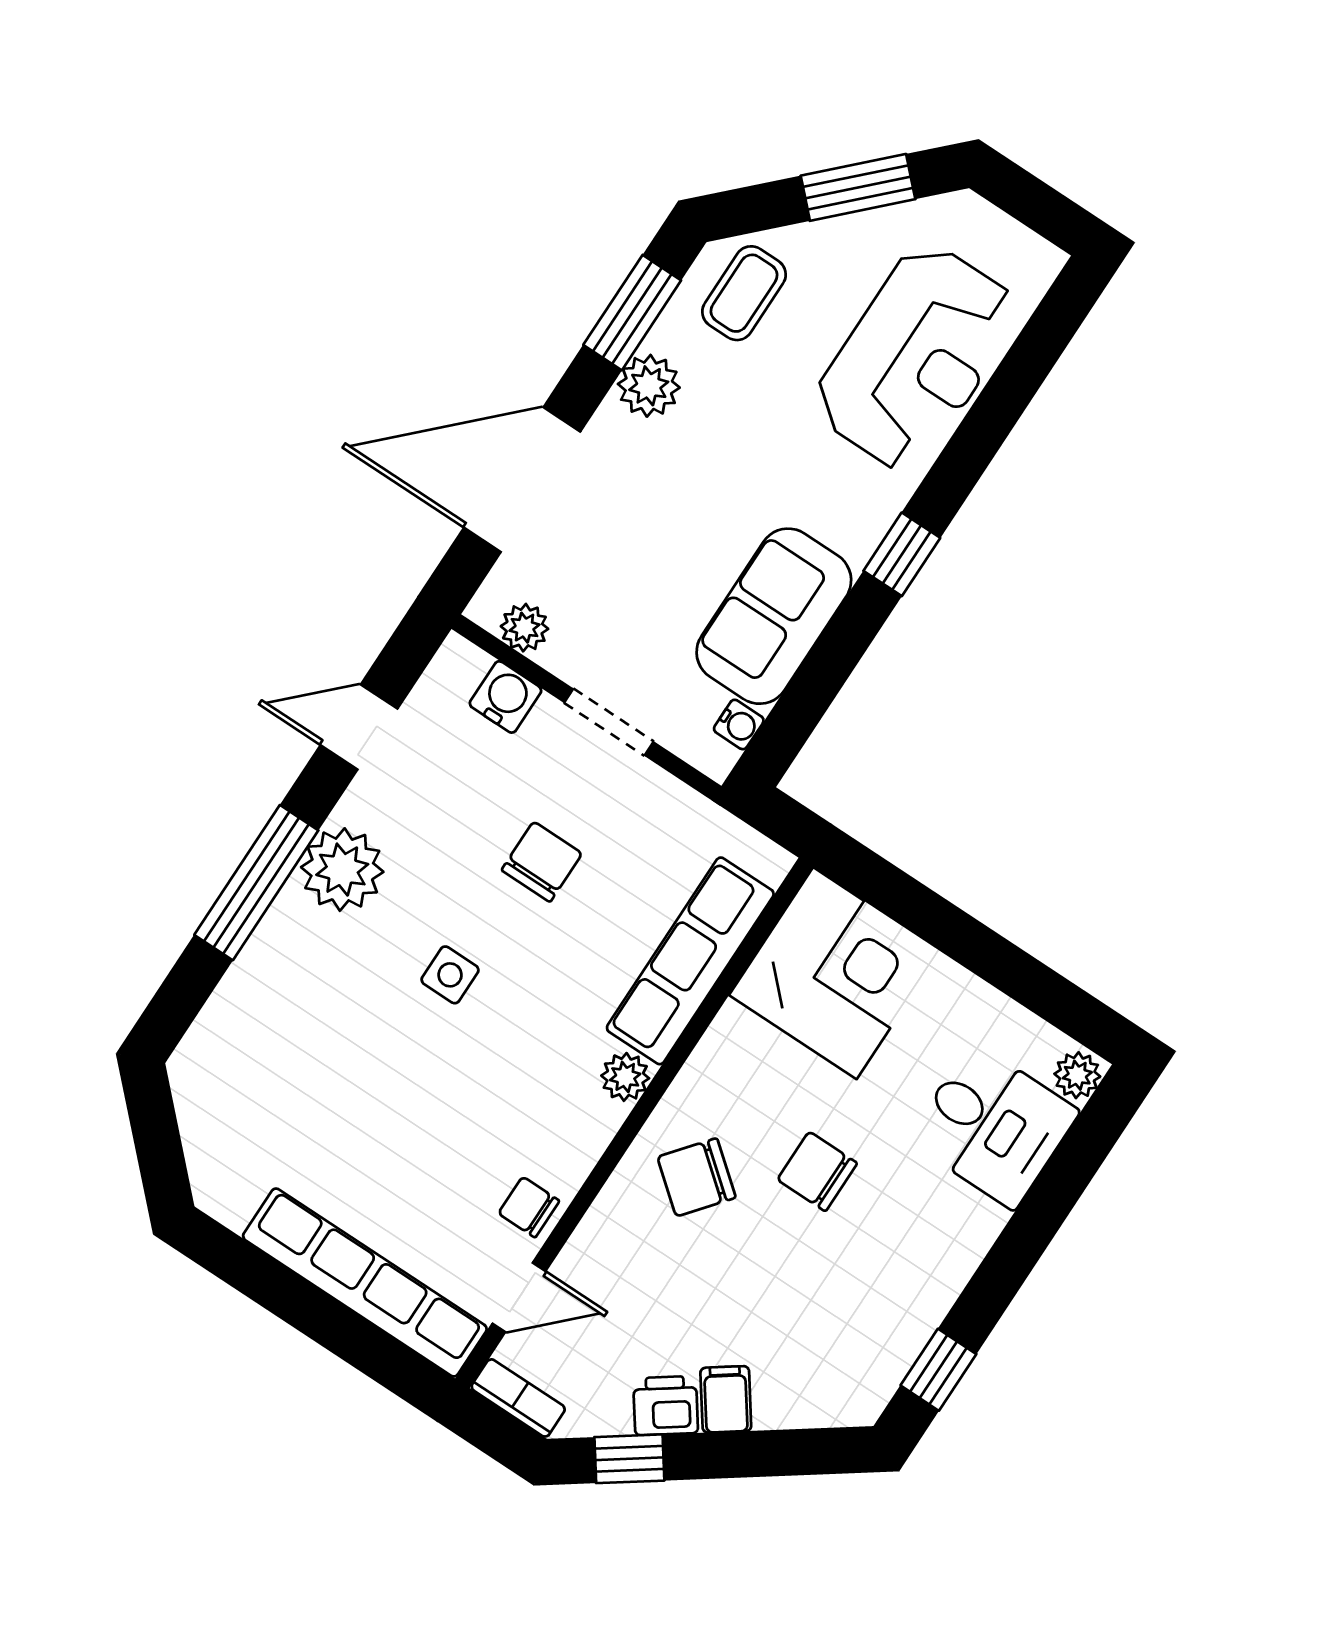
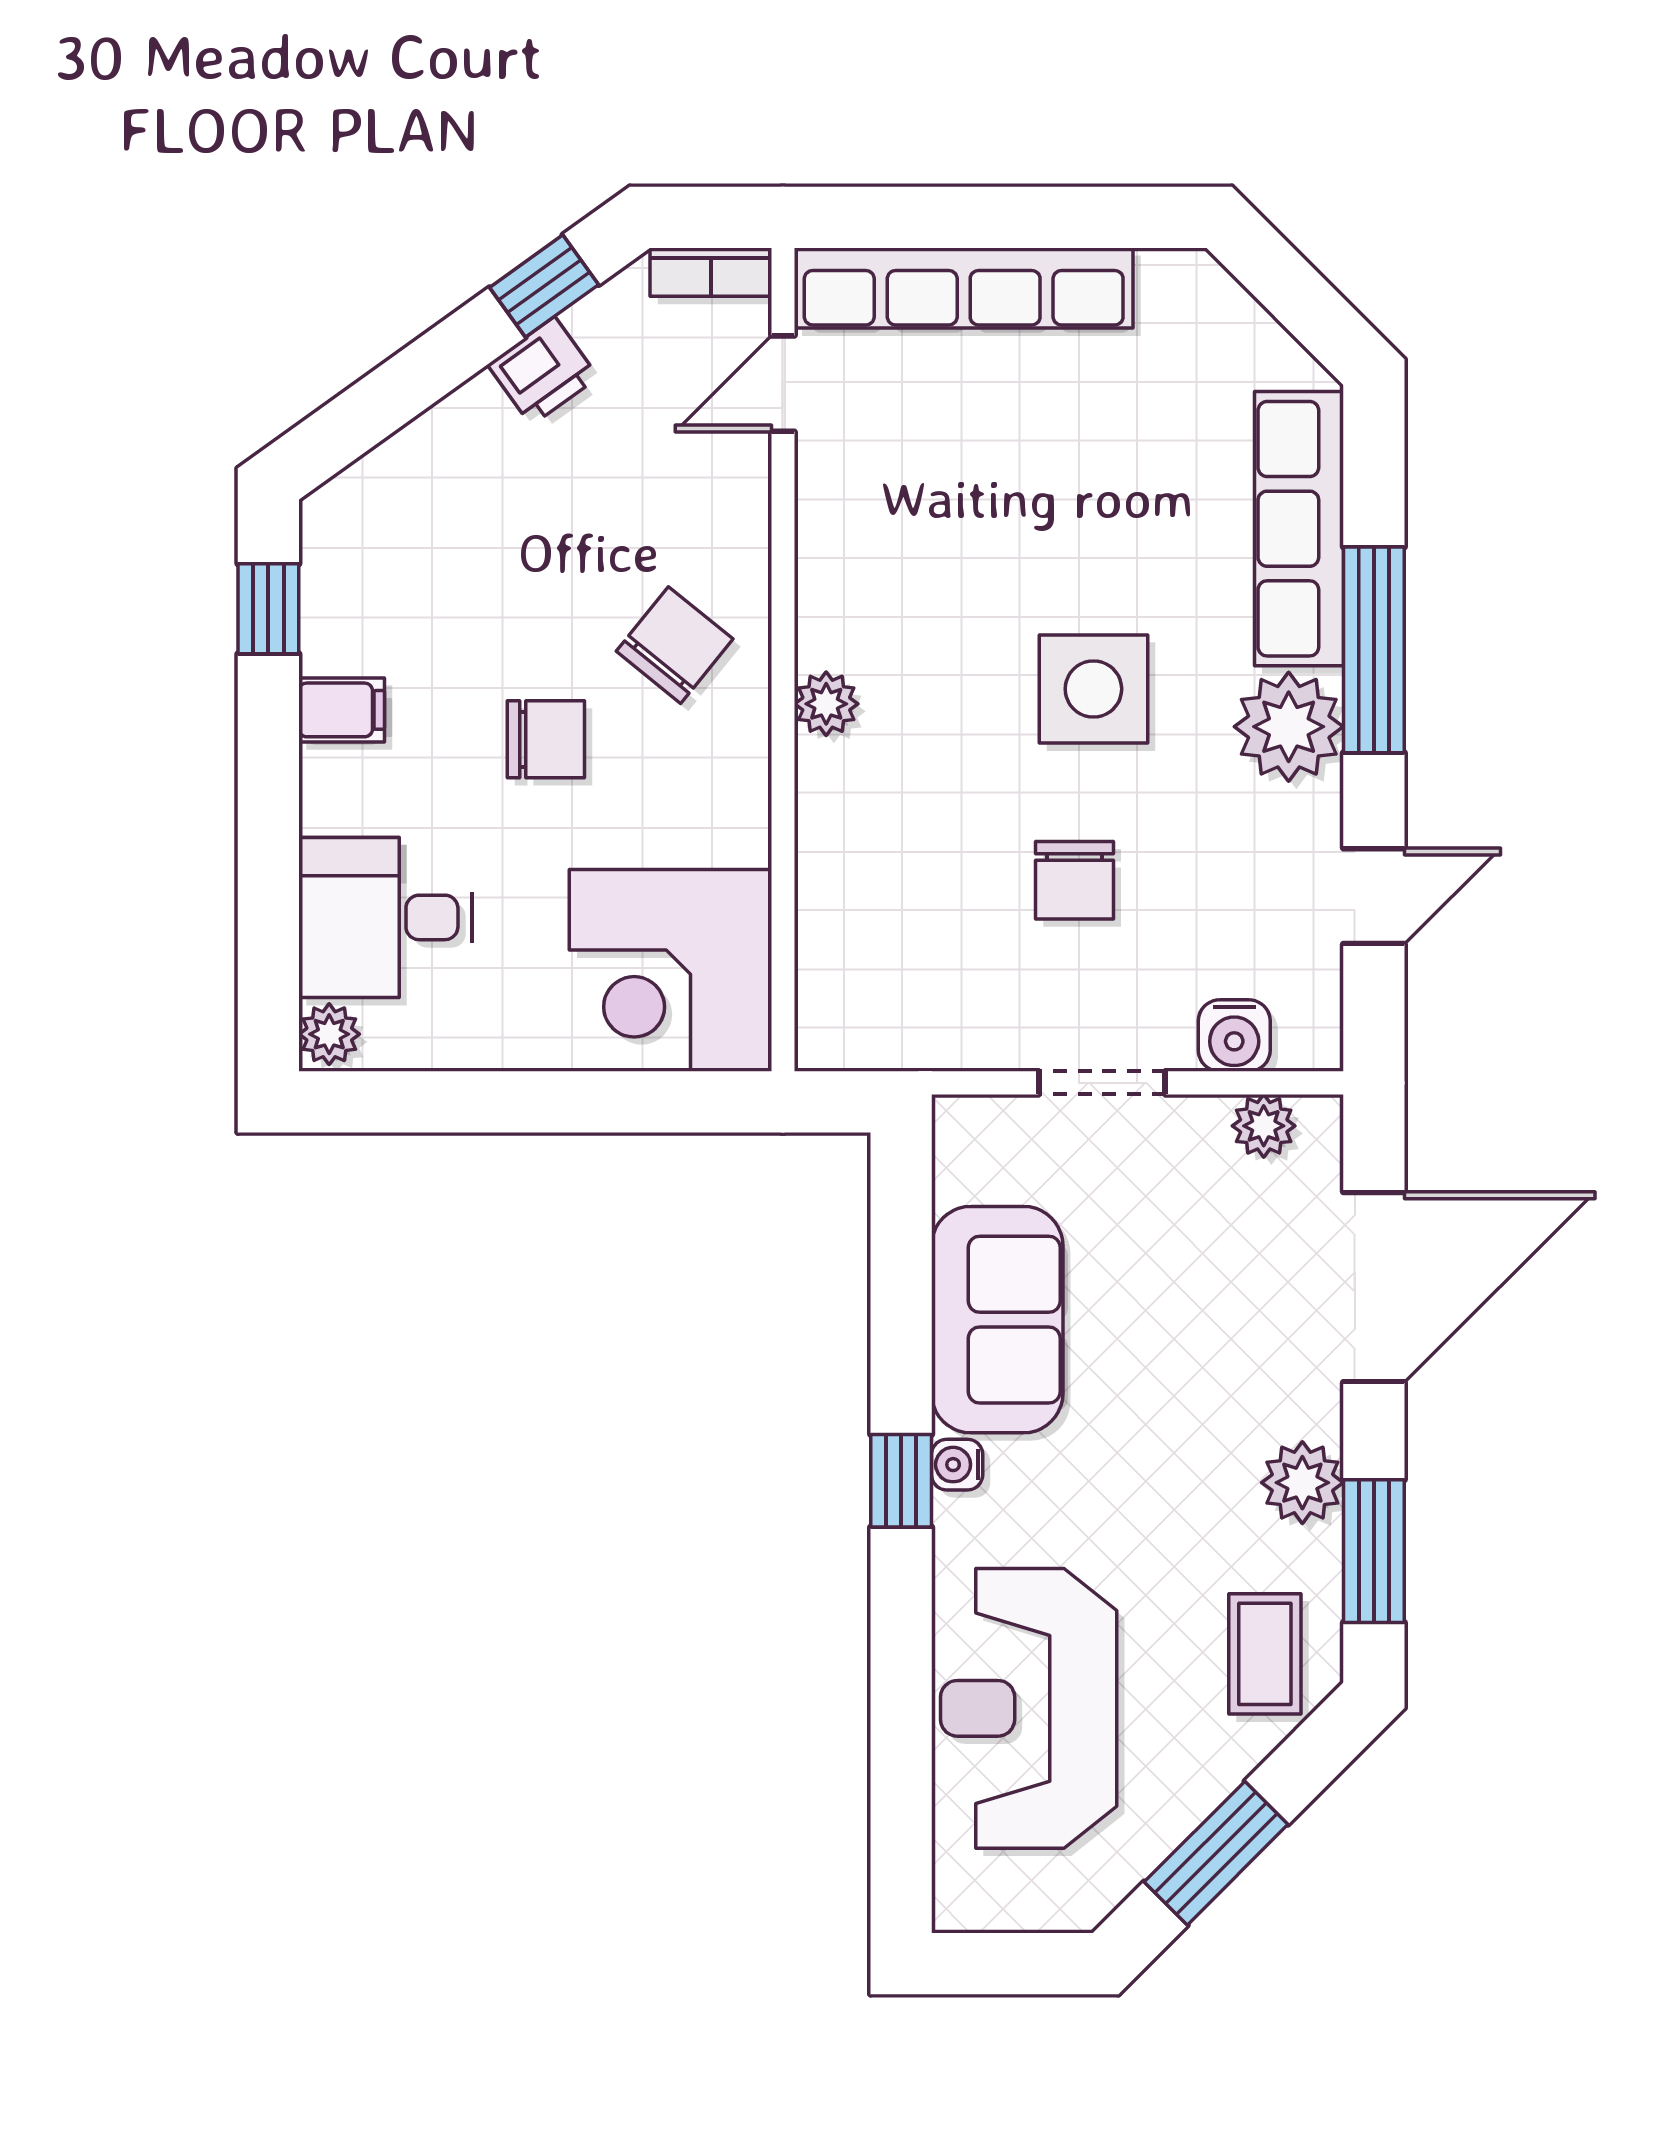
water cooler: (739, 725) -> (957, 1465), moved
row of seats: (690, 961) -> (1299, 529), moved, turned 180
side table: (450, 975) -> (1093, 689), width x1.87, depth x1.87
chair: (529, 1207) -> (838, 490), removed
filing cabinet: (726, 1399) -> (342, 710), moved, turned -54

